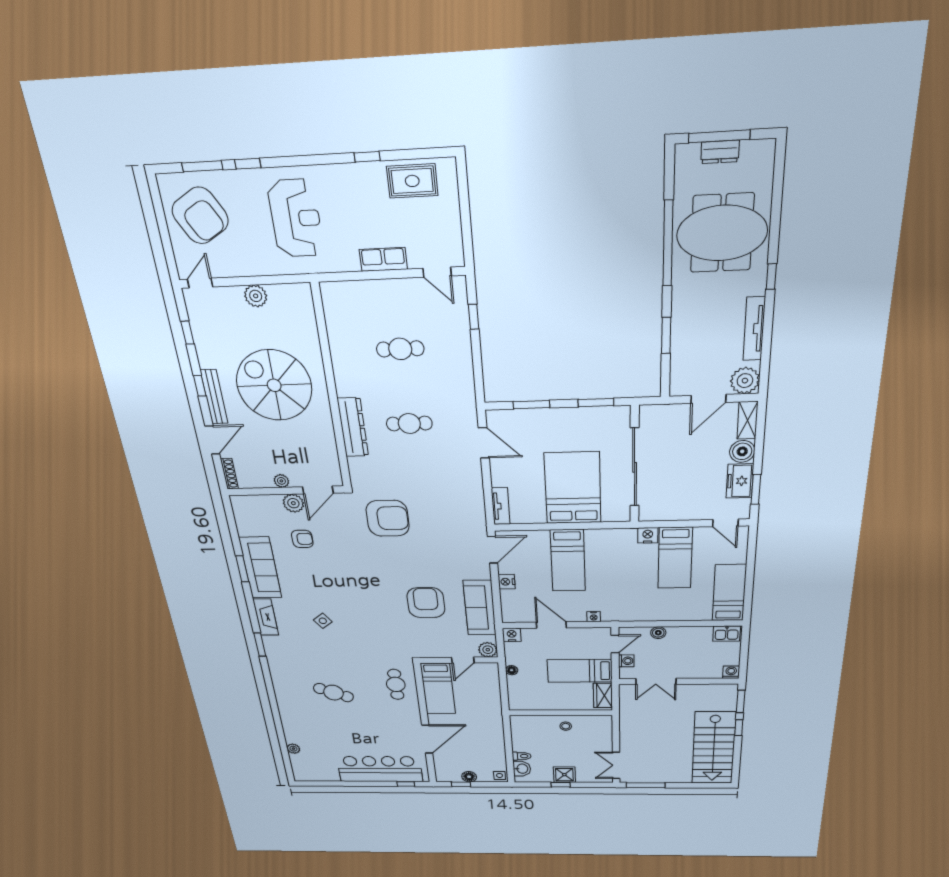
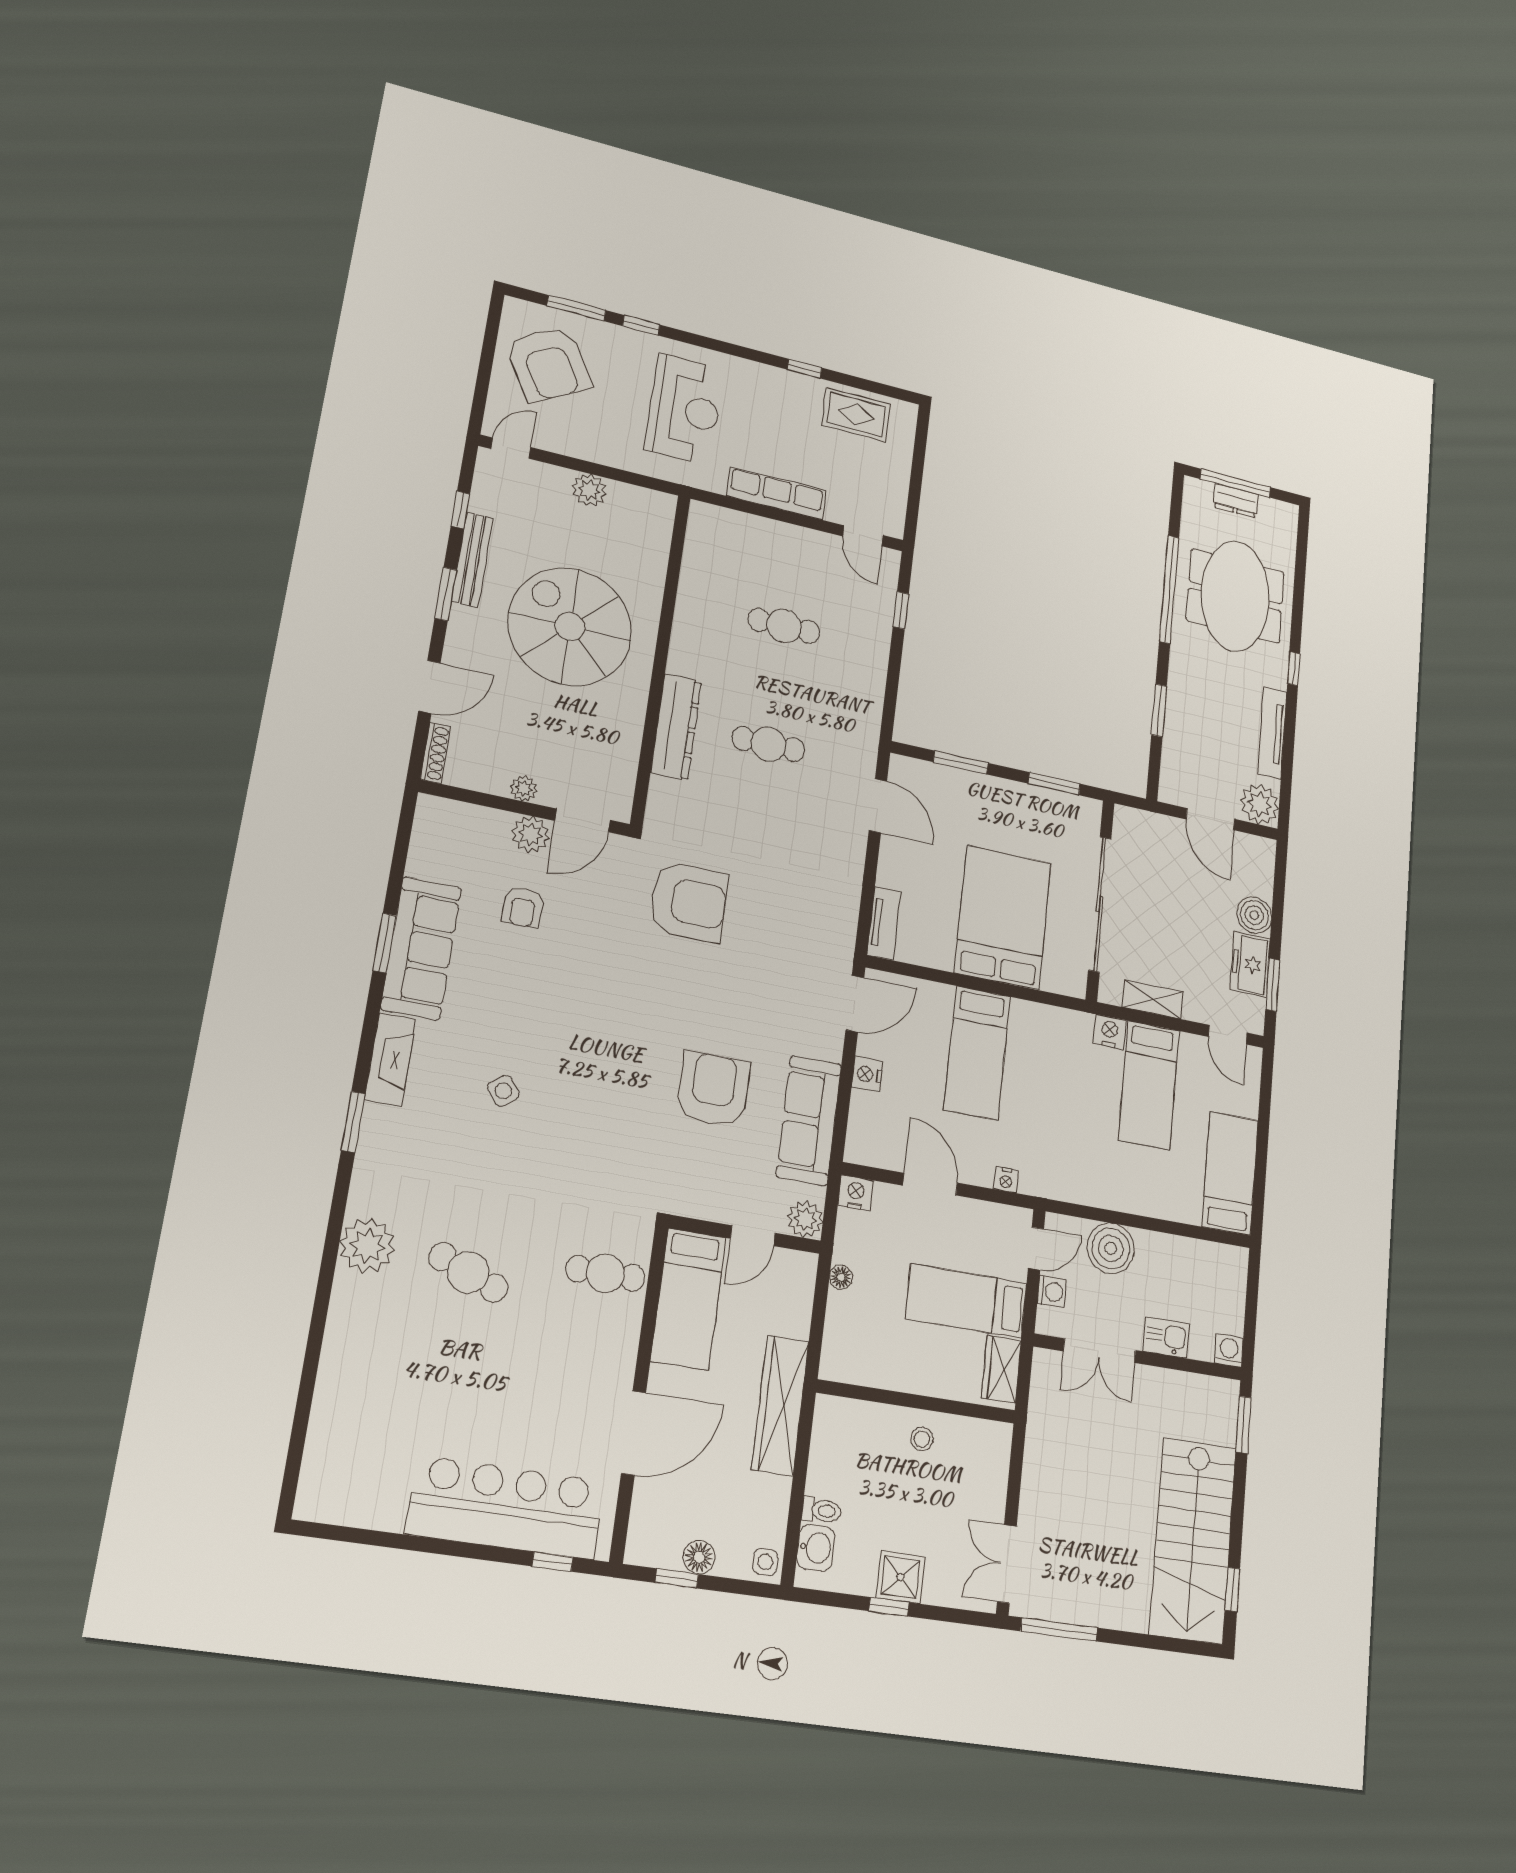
meeting table: (722, 233) -> (1235, 596), turned 90
row of seats: (383, 259) -> (777, 493), width x1.48
window: (200, 386) -> (446, 594), width x1.50
bench: (214, 397) -> (472, 560), moved
door: (708, 399) -> (1210, 819), hinge flipped
shelving: (747, 420) -> (1153, 999), moved, turned 90
armchair: (302, 539) -> (523, 907), turned 90
boiler: (658, 633) -> (1111, 1248), width x1.86, depth x1.86
kitchen sink: (727, 634) -> (1166, 1338), moved, turned 180
cafe table: (396, 684) -> (605, 1273), turned 90
wardrobe: (493, 722) -> (780, 1405), added
window: (739, 728) -> (1232, 1590), moved
plant: (293, 749) -> (367, 1246), moved, width x1.88, depth x1.88

